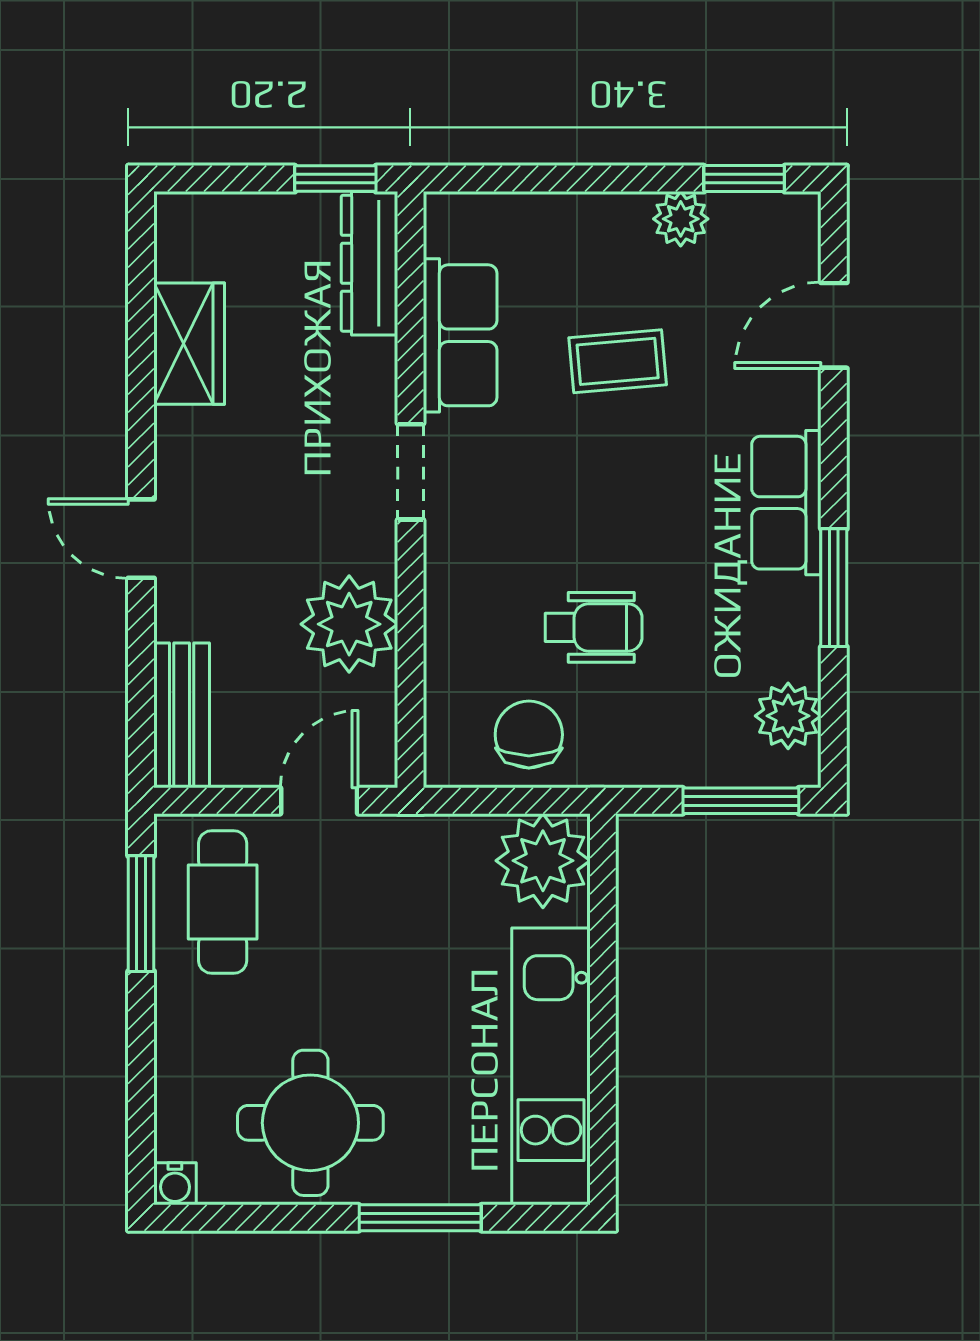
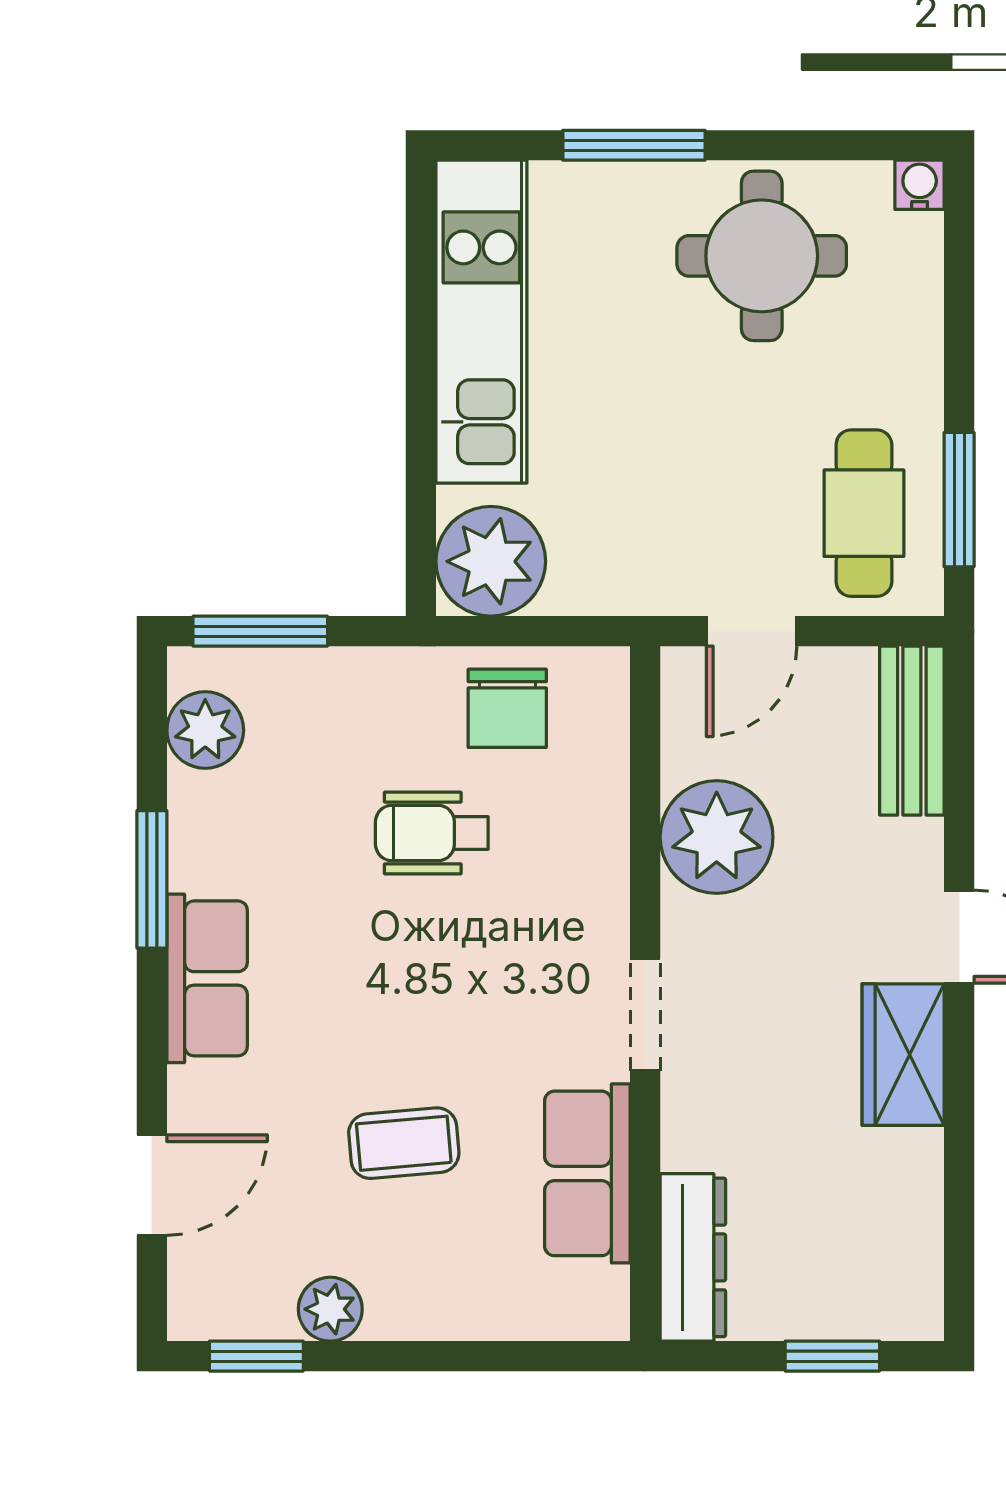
window: (335, 179) -> (832, 1356), moved
wardrobe: (189, 344) -> (903, 1055), moved

